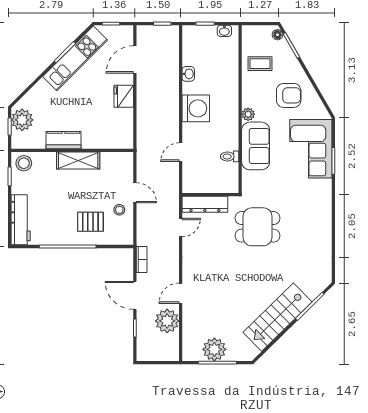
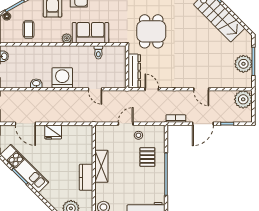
plant: (167, 321) -> (243, 99), moved

